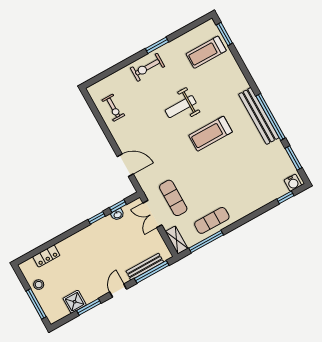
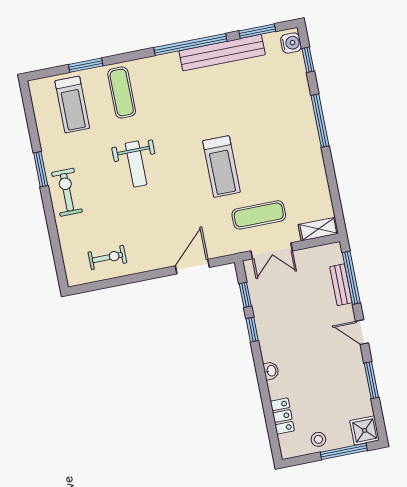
window: (224, 34) -> (86, 65), moved
exercise bike: (147, 67) -> (67, 192), turned 180
bench: (259, 116) -> (222, 53), moved
treadmill: (211, 134) -> (221, 167), moved
washbasin: (118, 215) -> (271, 371), moved
exercise mat: (212, 220) -> (122, 93), moved
window: (206, 242) -> (320, 121), moved
bench: (145, 267) -> (341, 285), width x0.73
shower: (75, 302) -> (365, 430), moved

